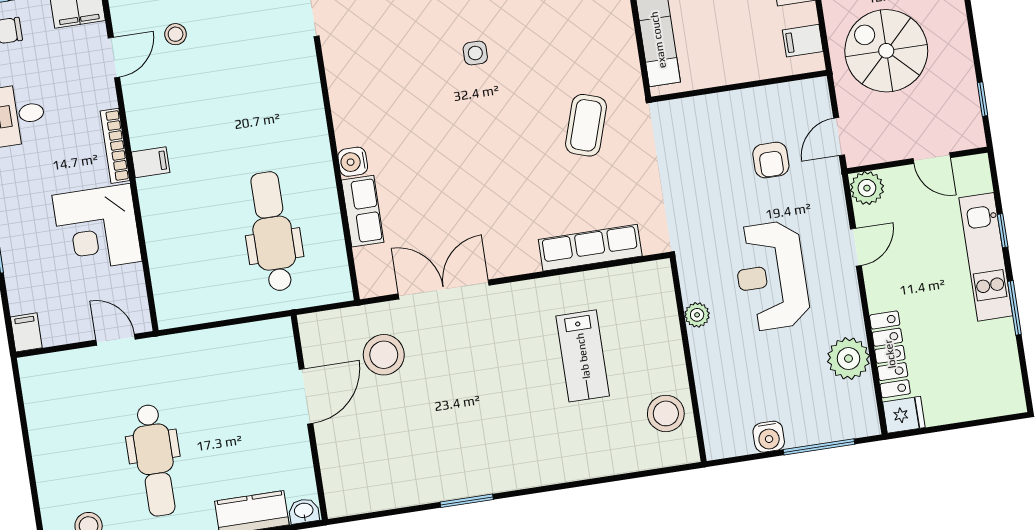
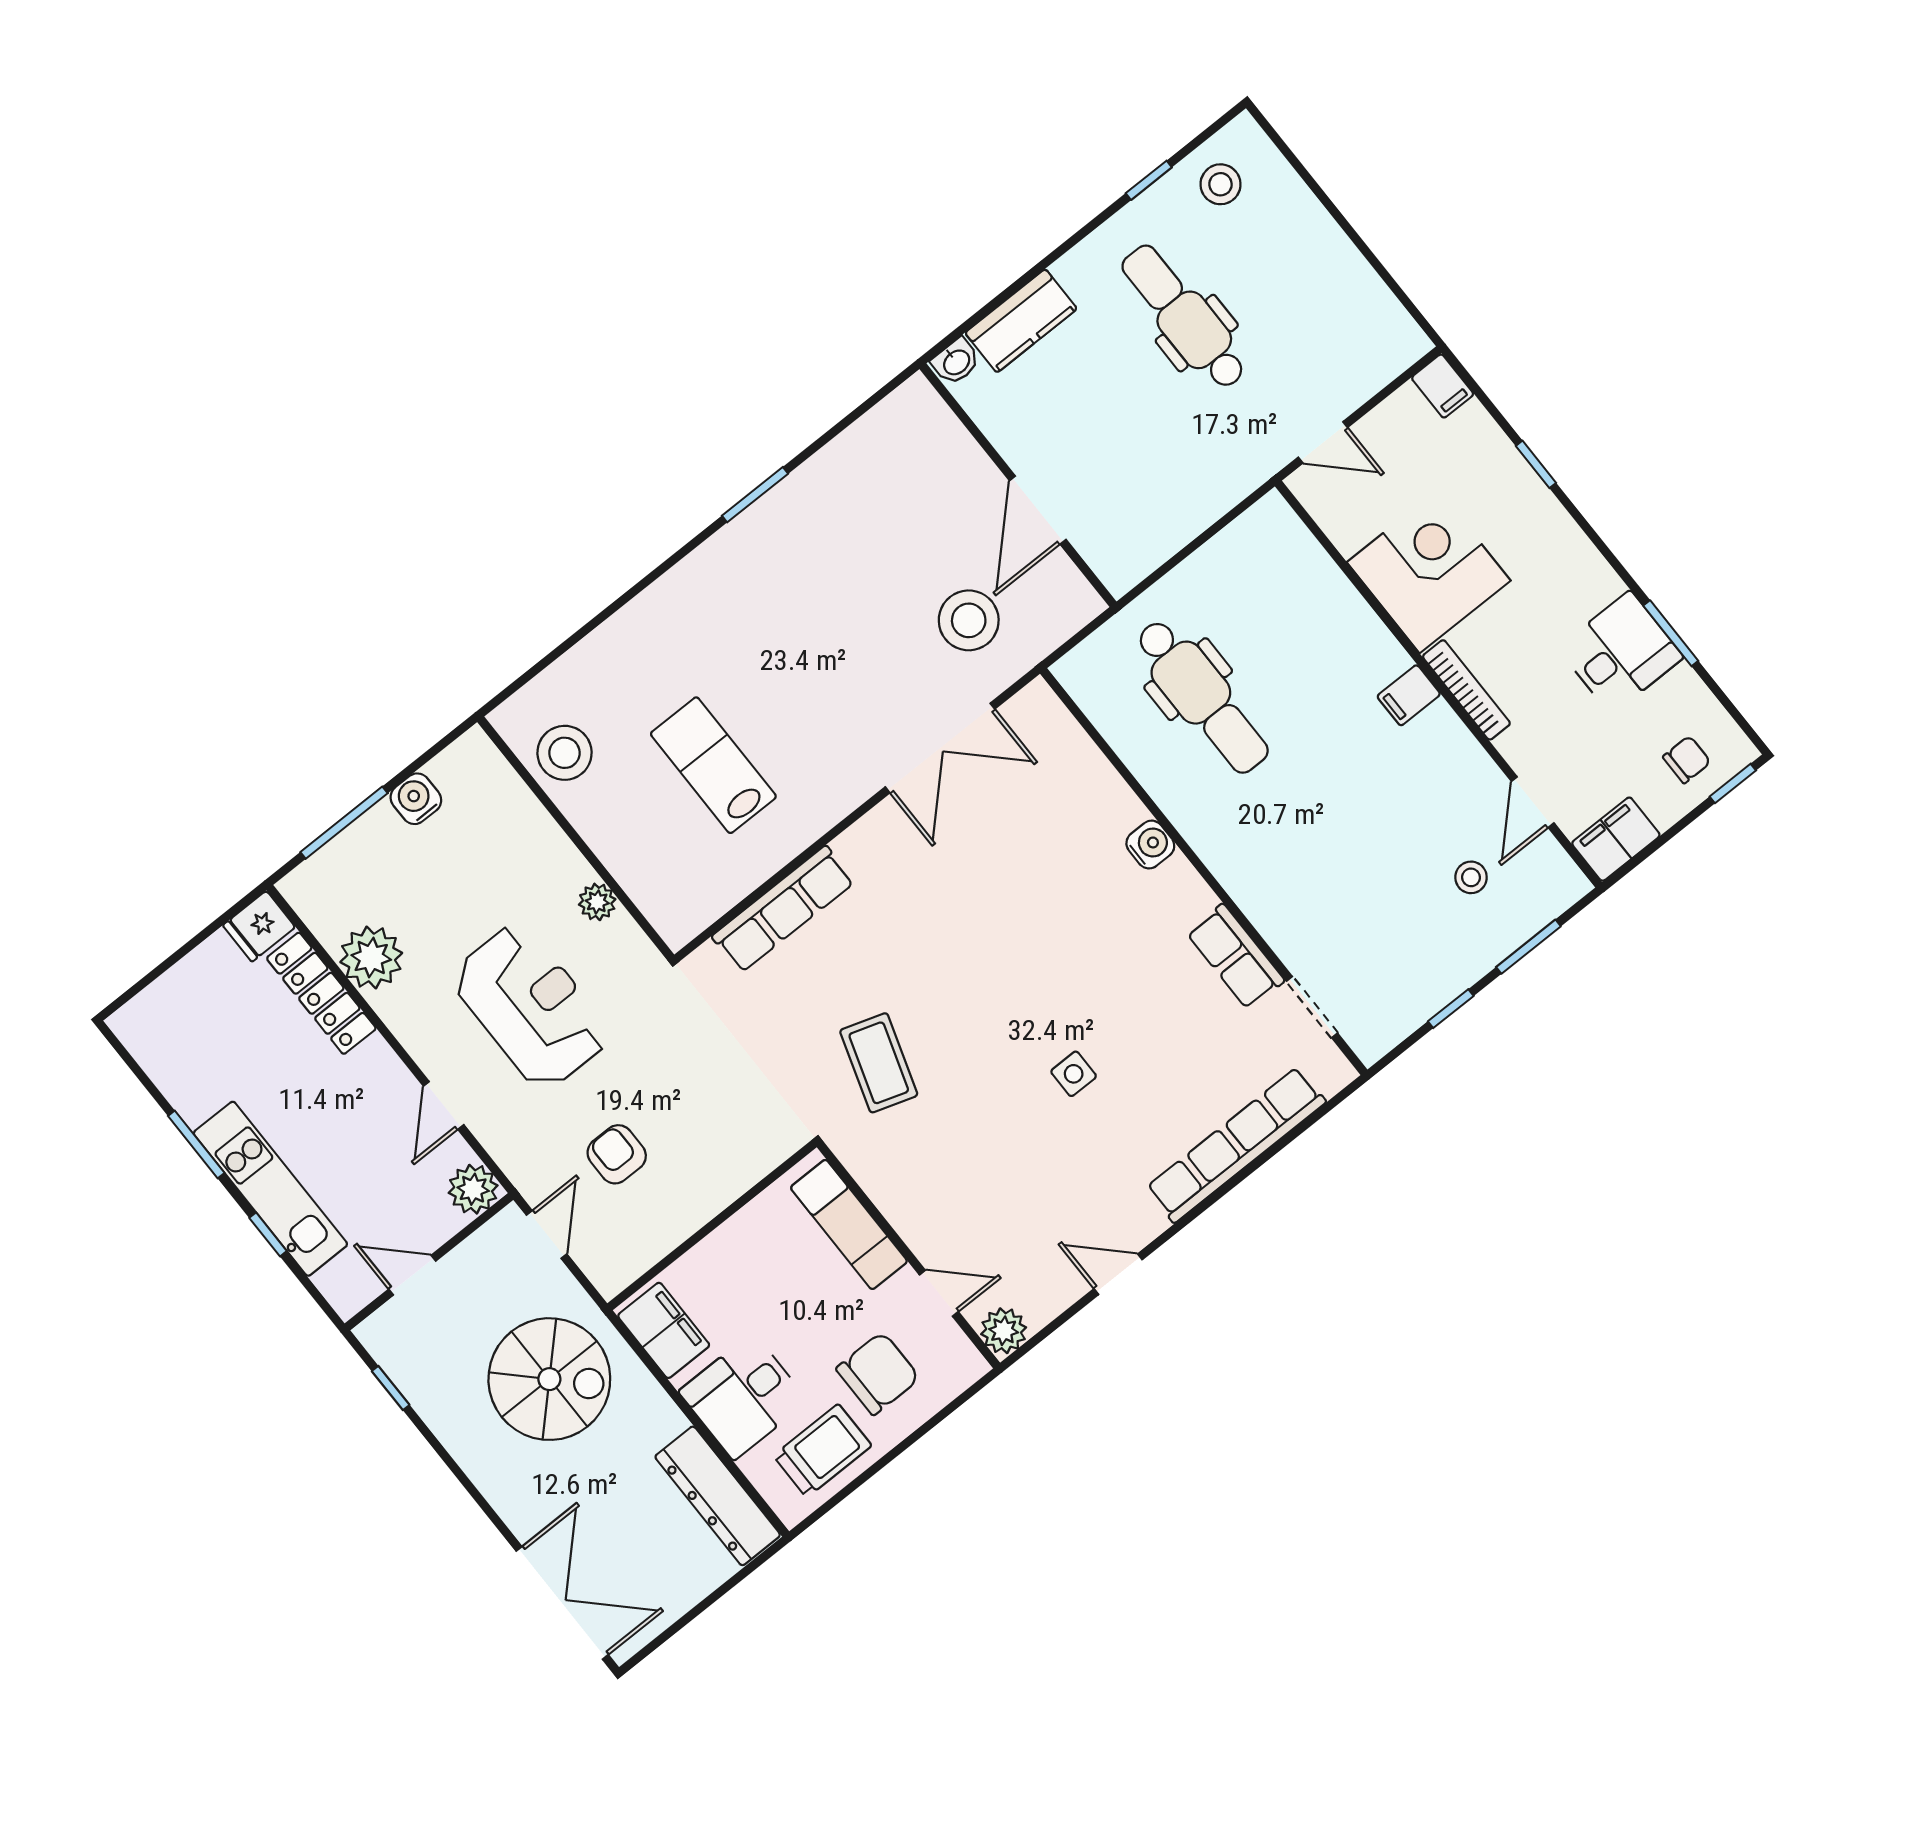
filing cabinet: (803, 41) -> (664, 1330), width x2.00
row of seats: (363, 211) -> (1235, 957), moved

